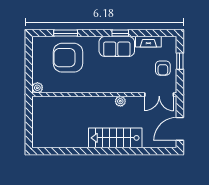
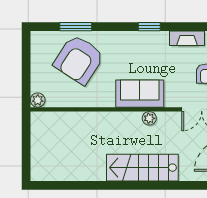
sofa: (117, 46) -> (140, 94), moved, turned 180
armchair: (68, 58) -> (79, 60), turned -57

